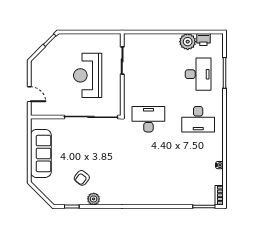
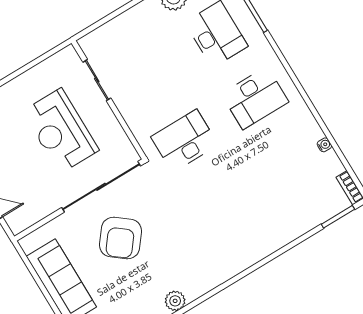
armchair: (82, 178) -> (120, 238), moved, width x1.88, depth x1.88

